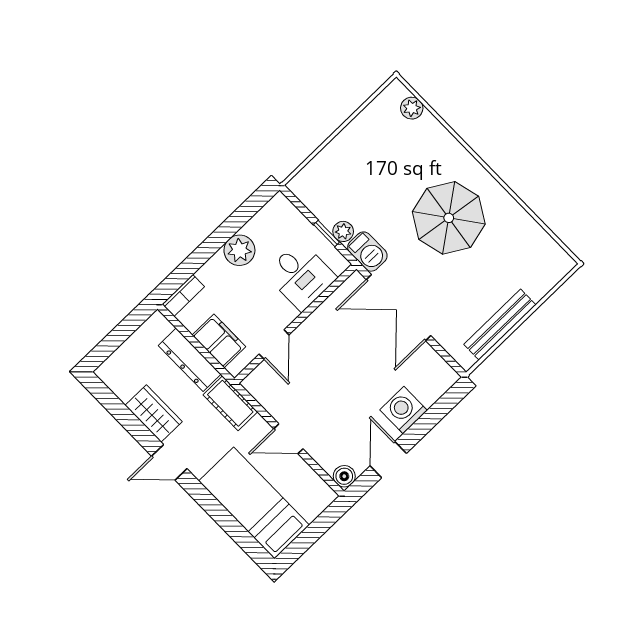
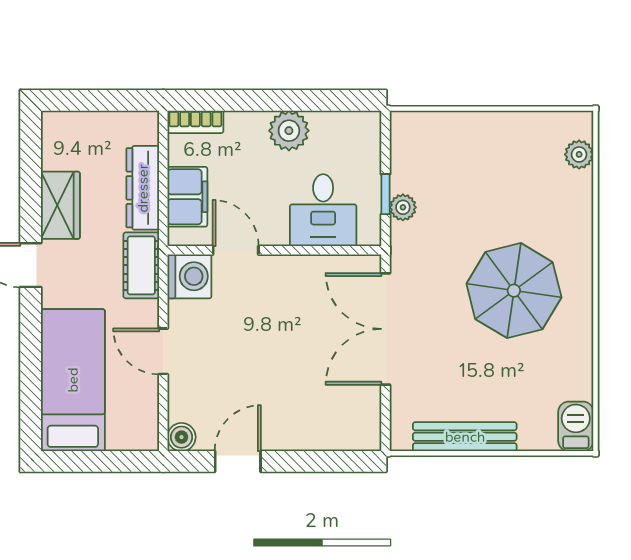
barbecue: (367, 252) -> (576, 426), moved, turned 180
door: (274, 344) -> (236, 250), swing flipped
washing machine: (404, 410) -> (189, 276), moved, turned 90

